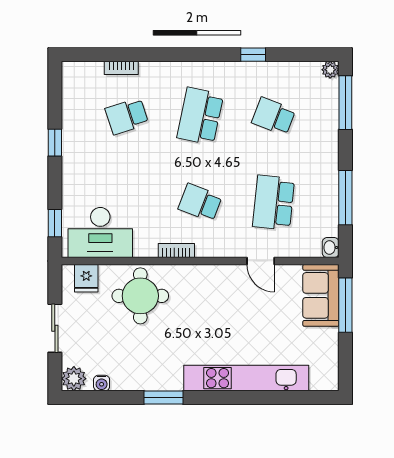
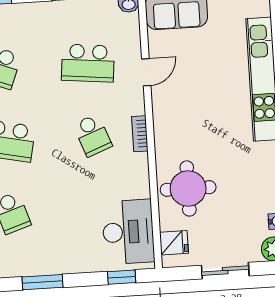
window: (55, 143) -> (42, 282), width x1.50
school desk: (200, 203) -> (93, 135), turned -42
bookcase: (176, 250) -> (140, 134), moved

